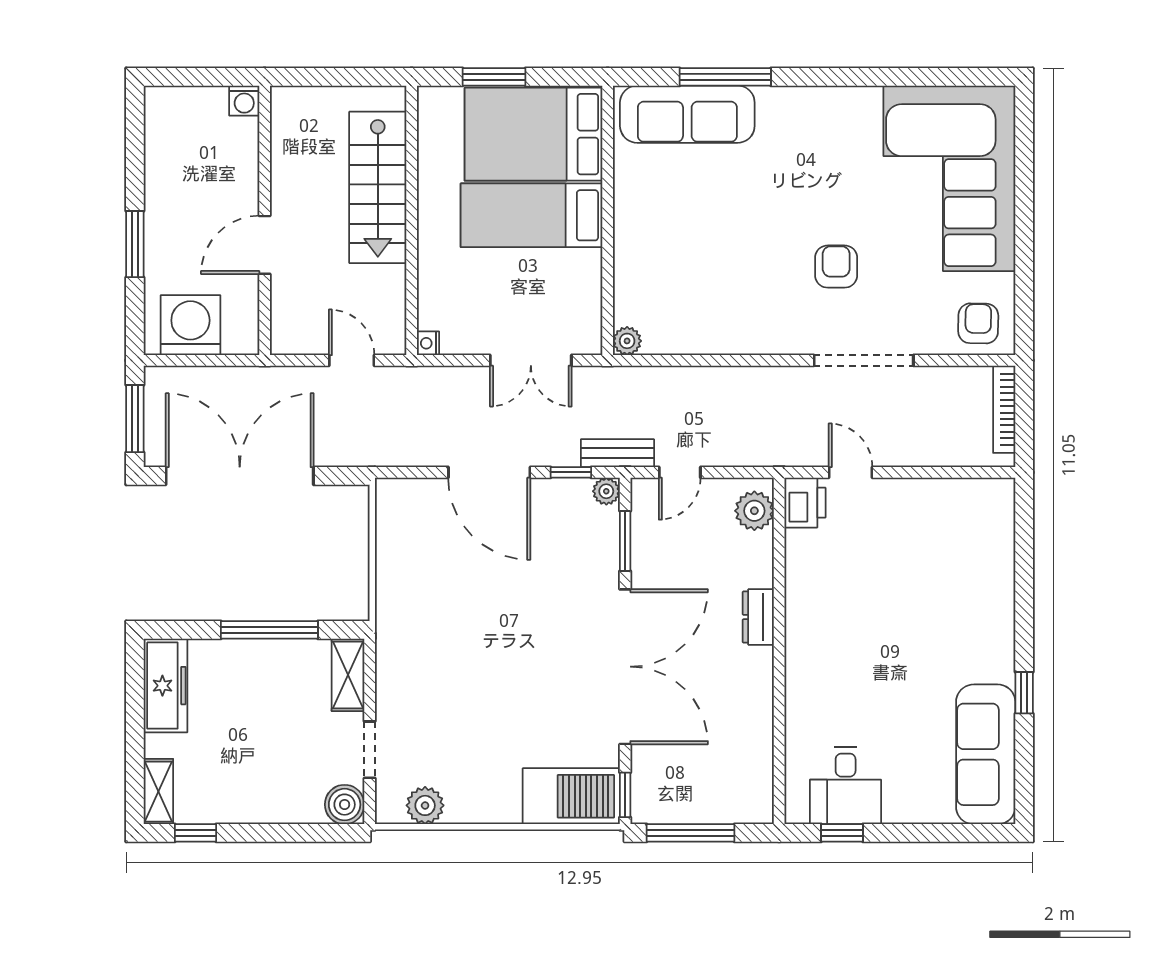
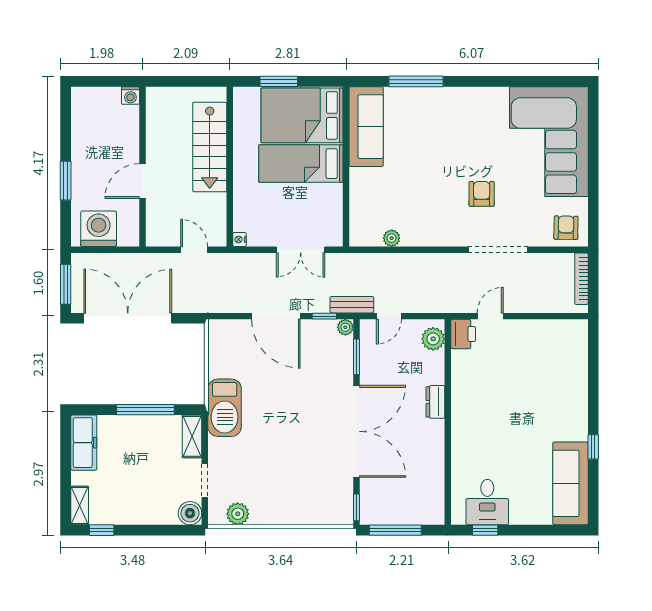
sofa: (687, 114) -> (366, 127), moved, turned -90
plant: (627, 341) -> (392, 238), moved
door: (851, 472) -> (490, 316), hinge flipped
barbecue: (571, 796) -> (225, 408), moved, turned 90

